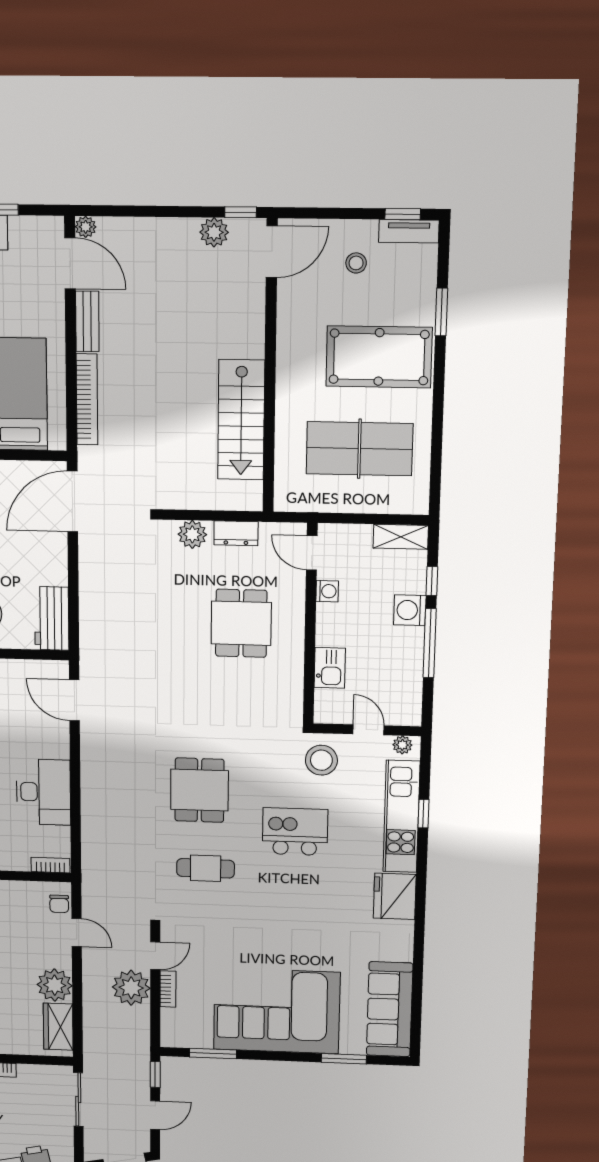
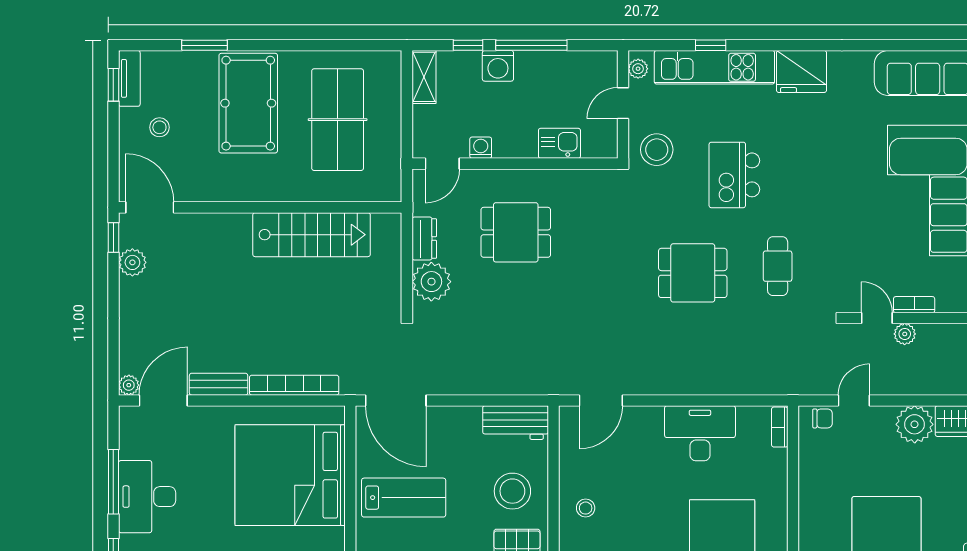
plant: (192, 534) -> (431, 282), width x1.36, depth x1.36
plant: (131, 988) -> (905, 334), width x0.53, depth x0.53

